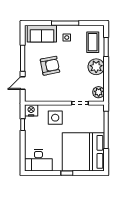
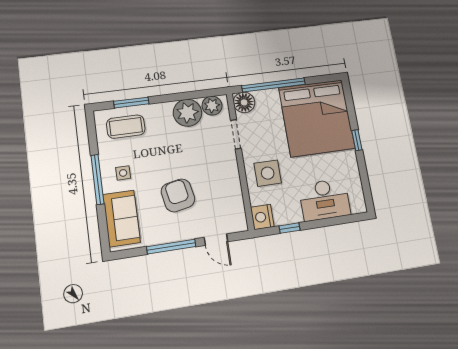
plant: (96, 67) -> (188, 113), moved
floor lamp: (98, 111) -> (244, 102), added
desk: (38, 160) -> (325, 200), moved, turned 90

